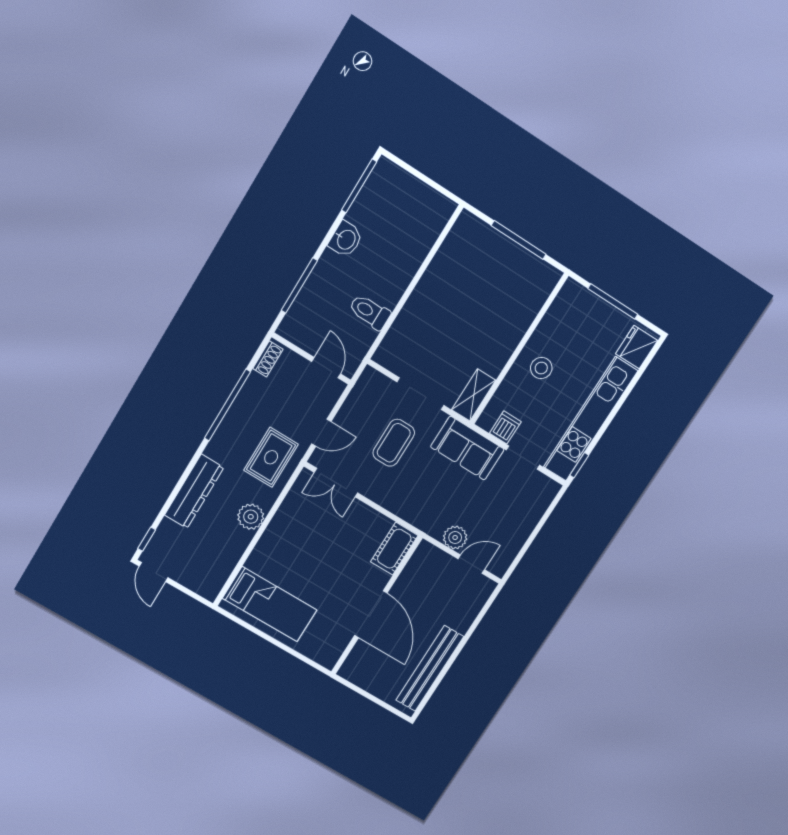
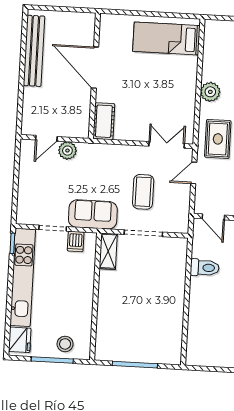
stool: (541, 368) -> (65, 344), moved

